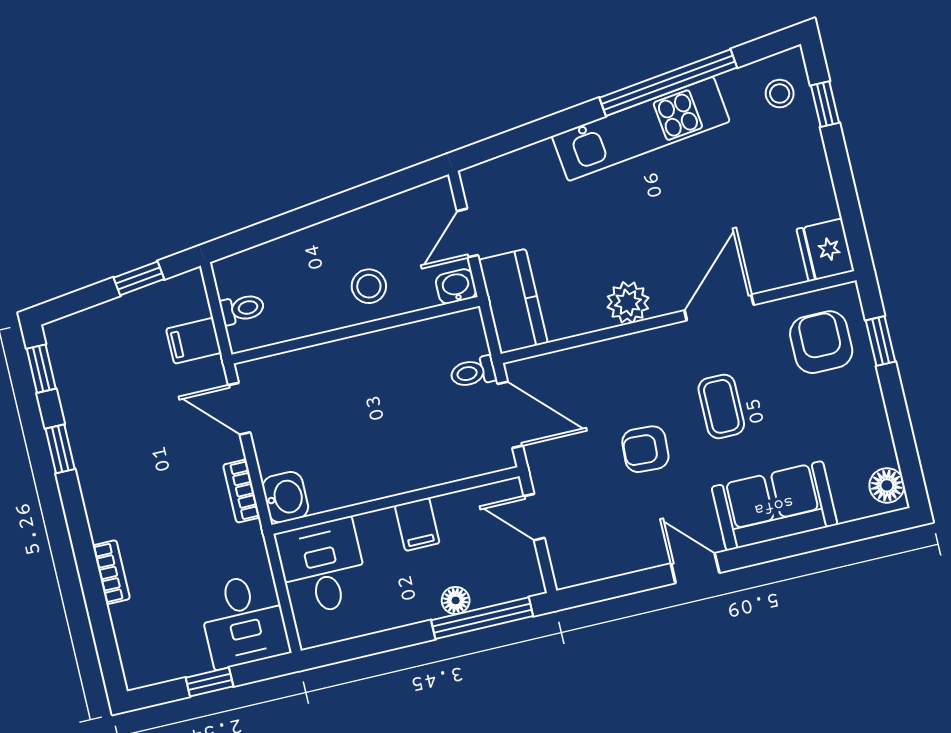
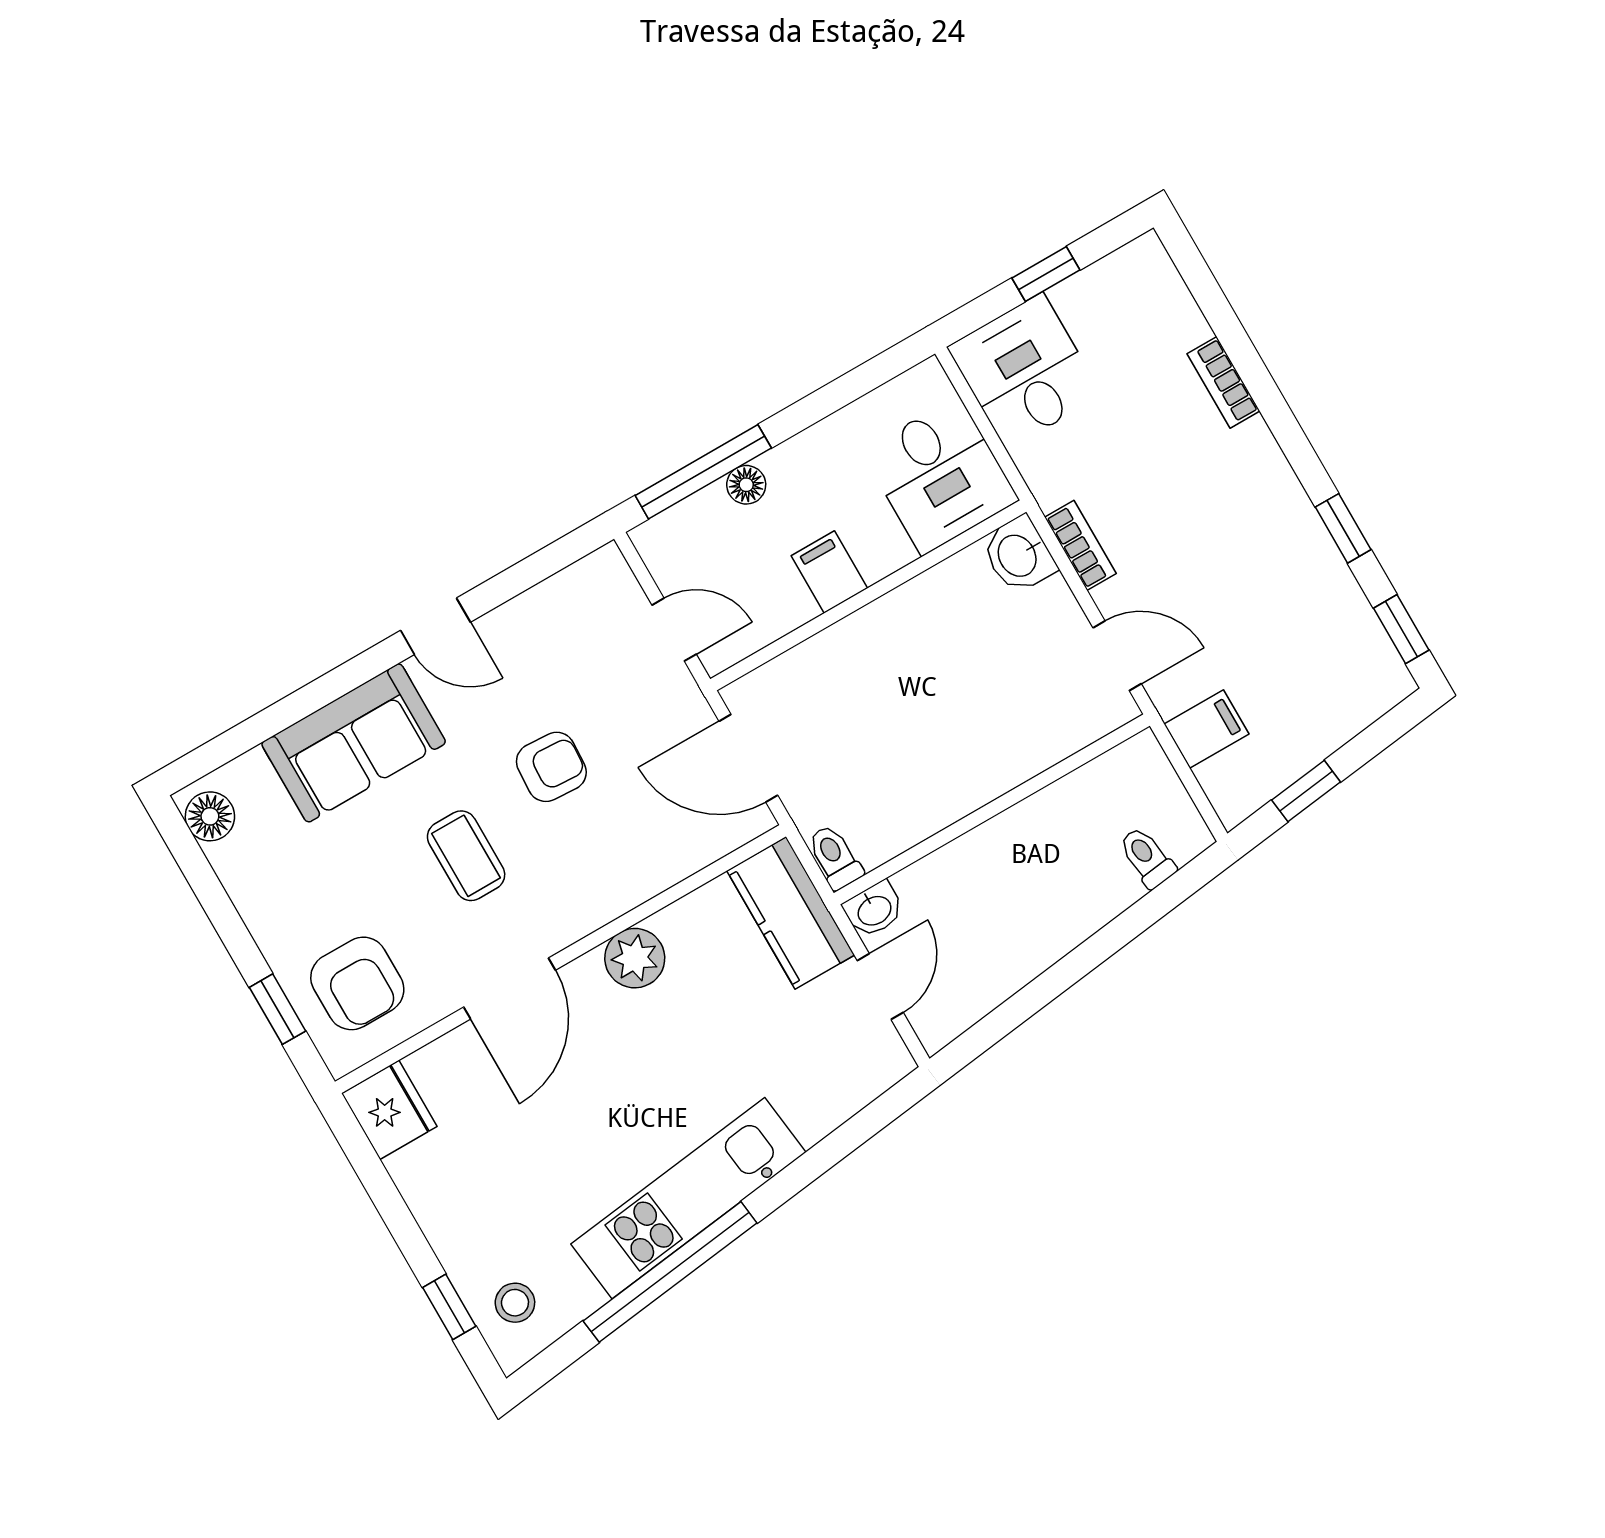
stool: (369, 286) -> (992, 874), removed
toilet: (242, 309) -> (1147, 857), moved, turned 83
toilet: (473, 372) -> (835, 857), moved, turned -90

